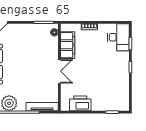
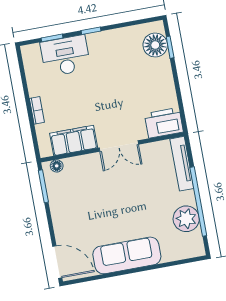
desk: (118, 37) -> (65, 56), moved
double door: (59, 71) -> (119, 146), swing flipped
printer: (80, 103) -> (164, 123), moved, turned 90
floor lamp: (115, 104) -> (155, 45), added

